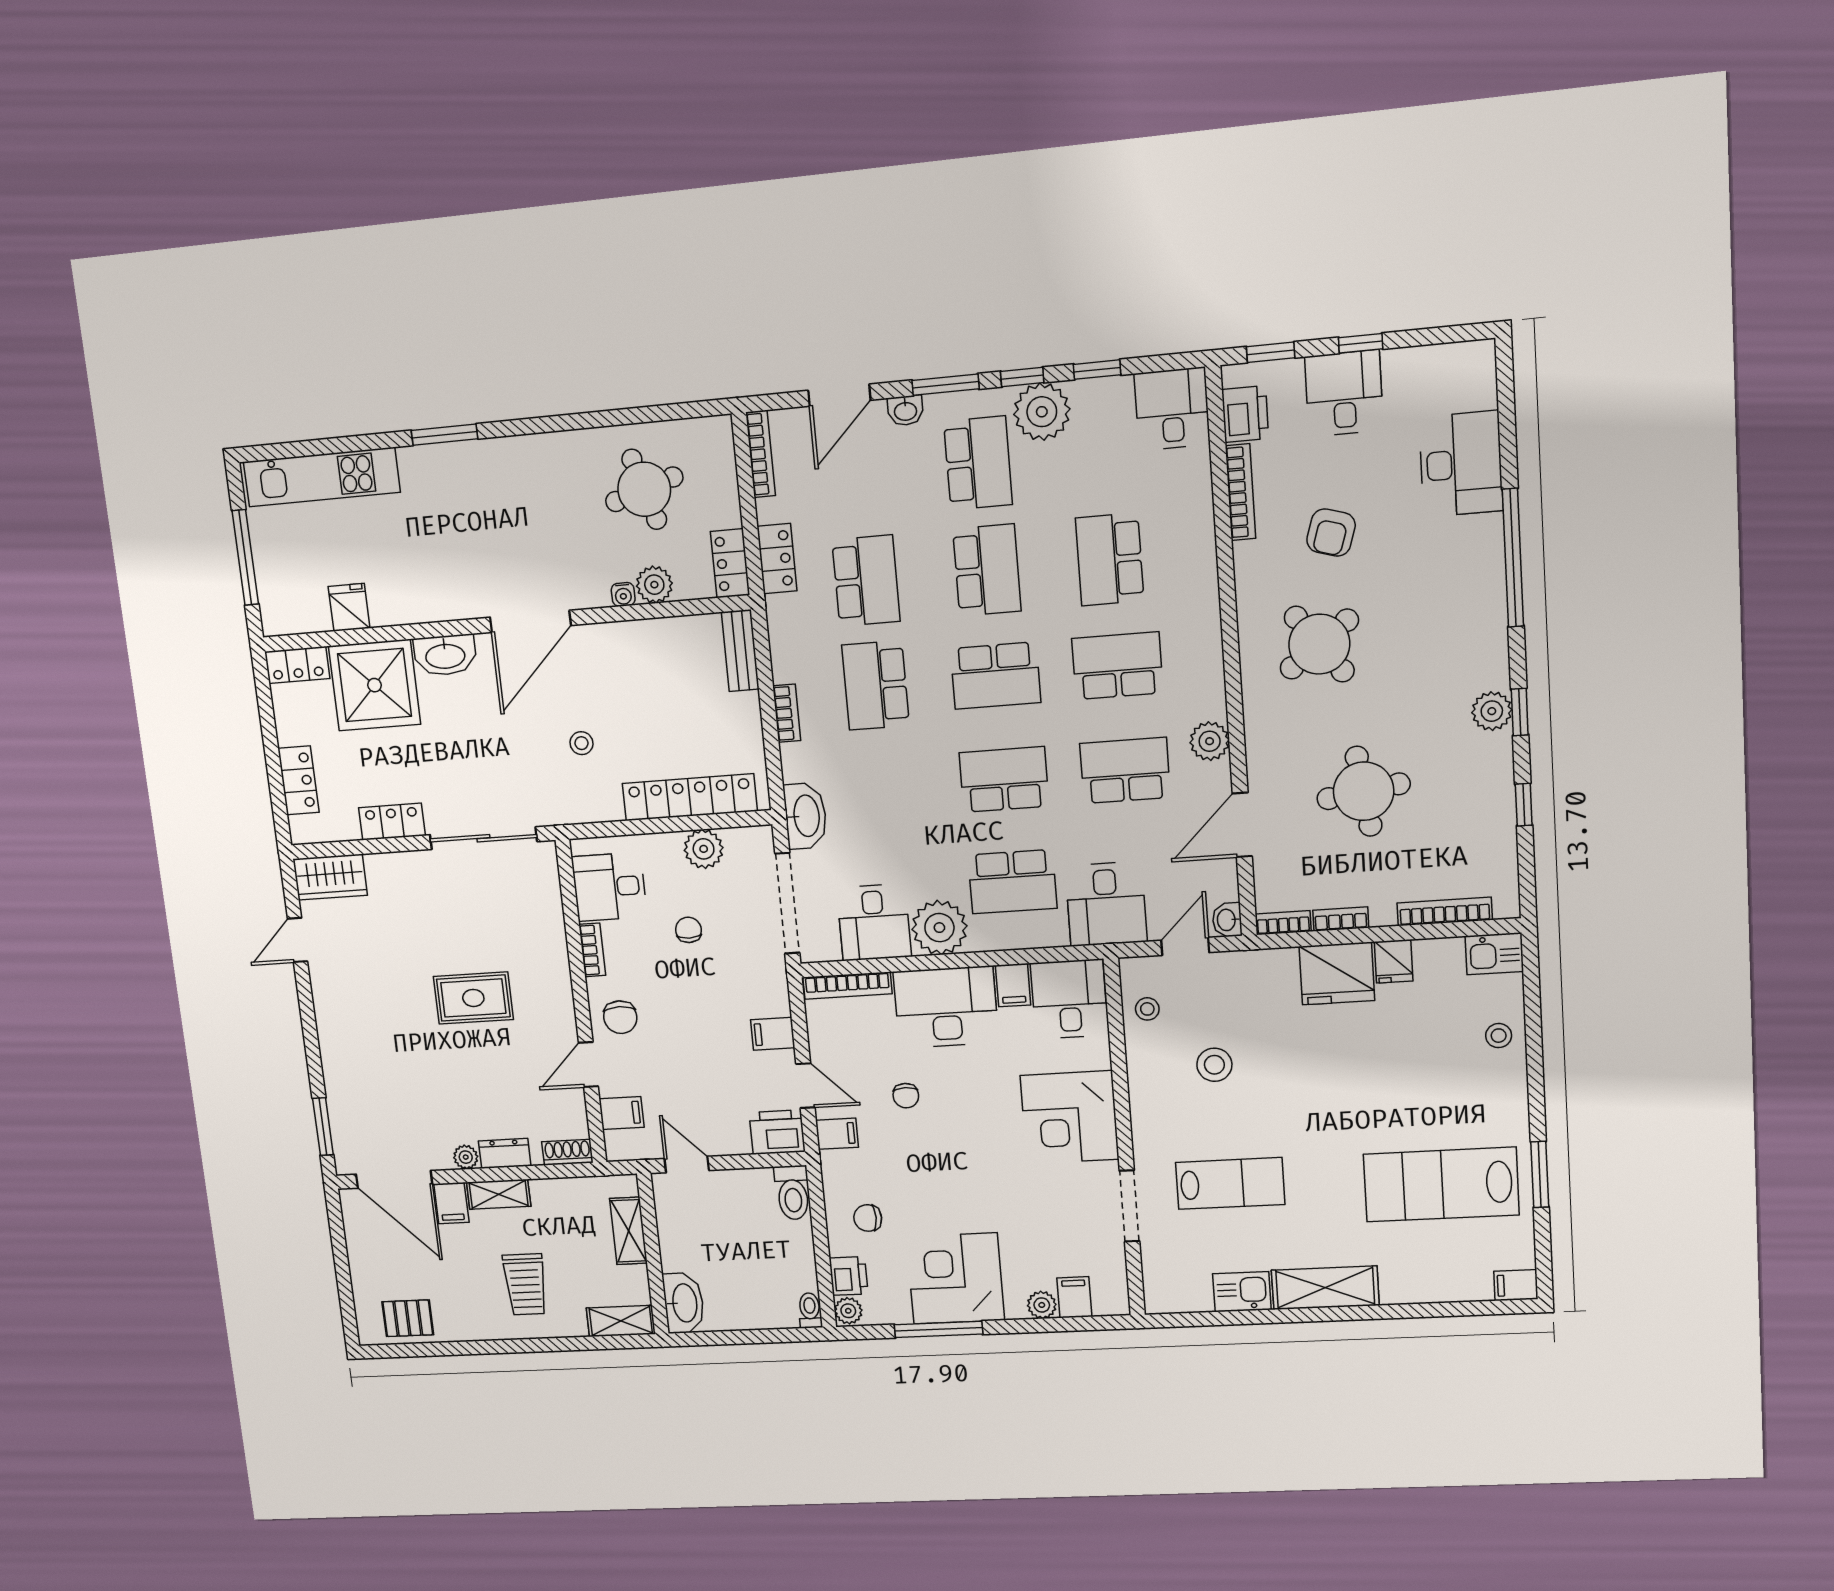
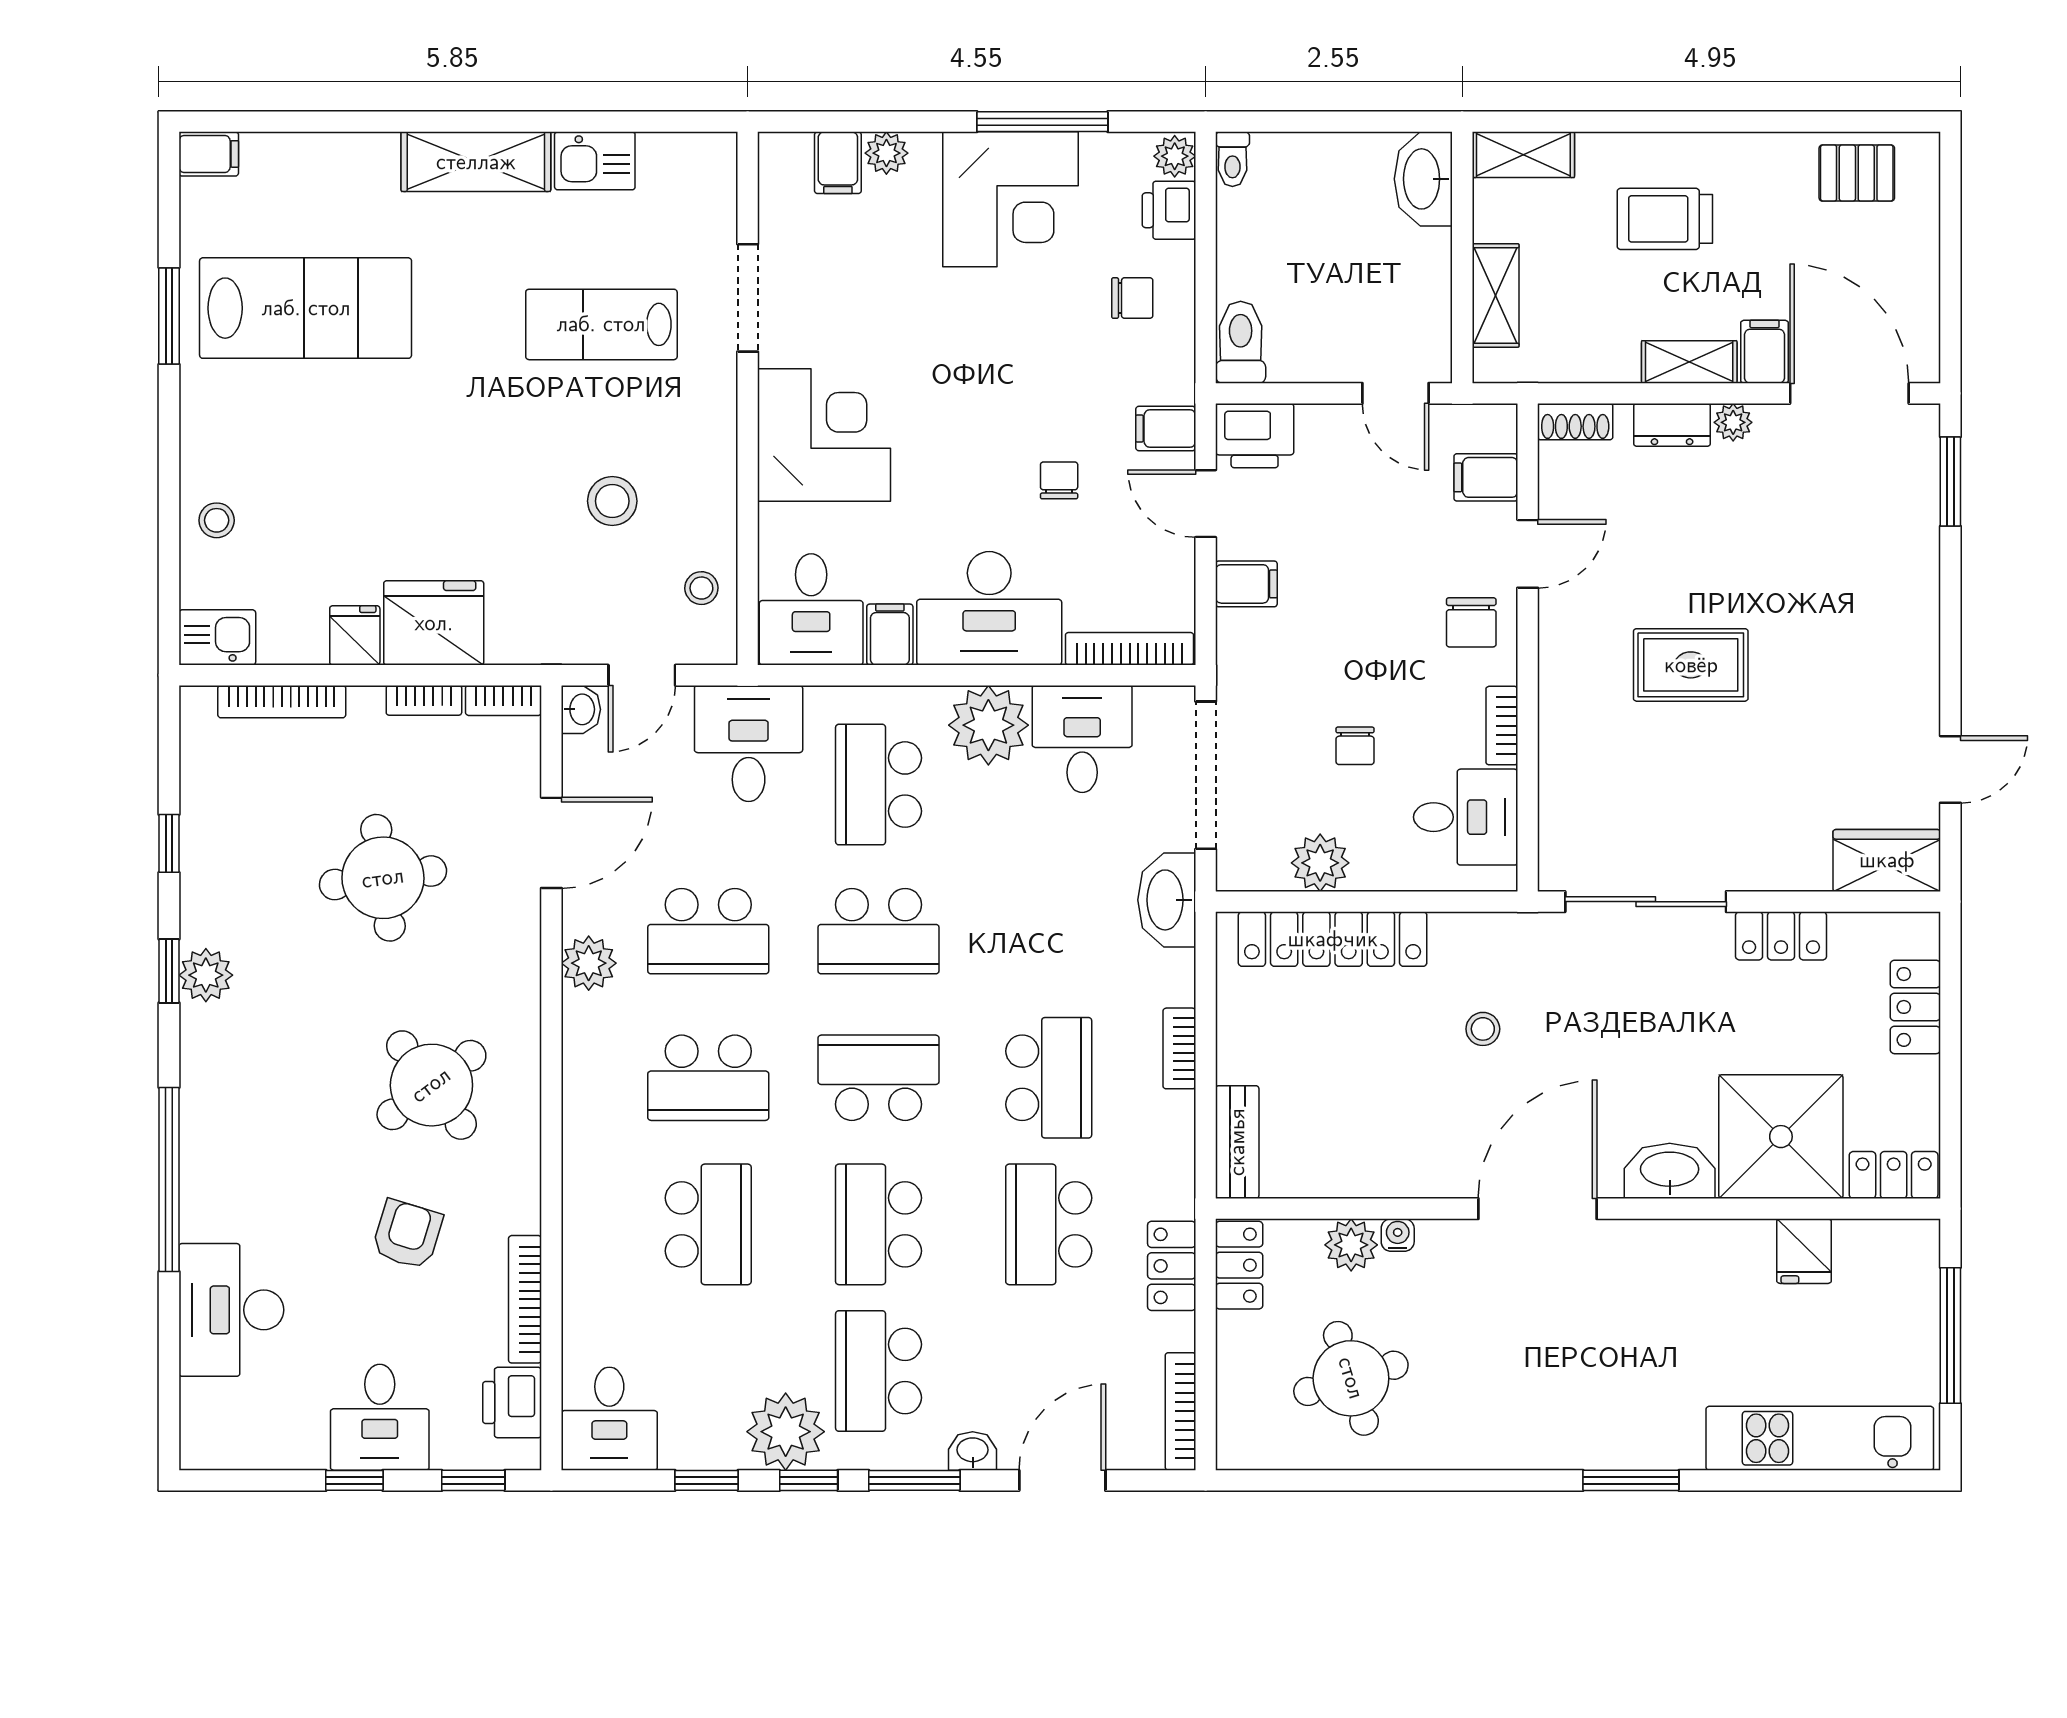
school desk: (1012, 882) -> (878, 785), turned -90
chair: (620, 1017) -> (1471, 622), turned 180
trolley: (525, 1284) -> (1665, 219), turned -90

